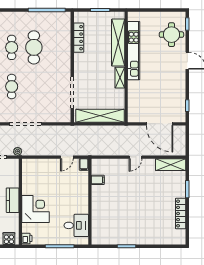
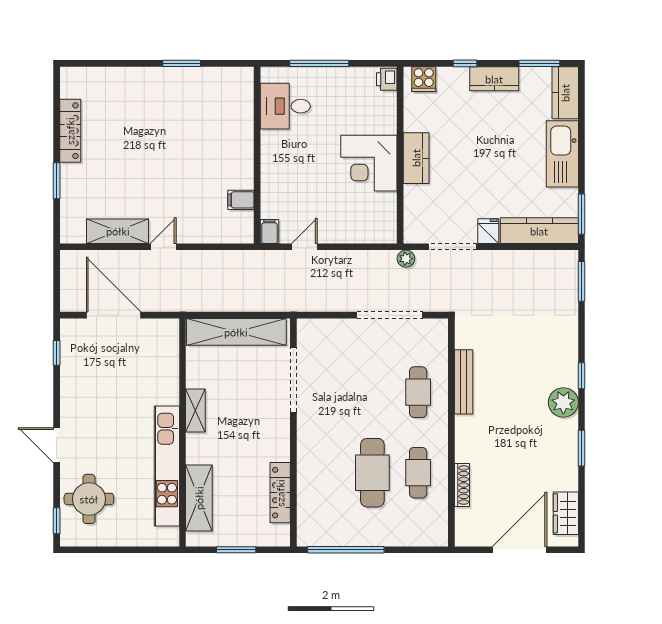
shelving: (118, 43) -> (199, 498), width x0.68
shelving: (171, 165) -> (118, 231), moved
corner desk: (36, 209) -> (369, 163), moved

